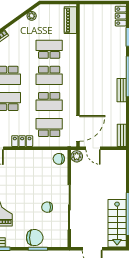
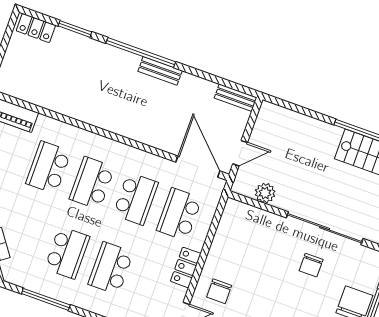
school desk: (49, 75) -> (92, 183), turned 180
plant: (77, 156) -> (265, 193), moved
chair: (59, 159) -> (219, 291), moved

